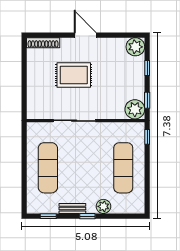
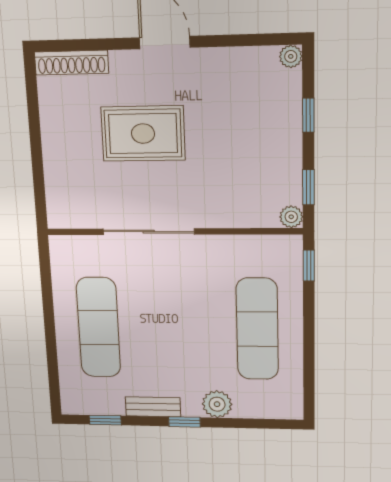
plant: (135, 47) -> (291, 56), width x0.53, depth x0.53
plant: (135, 109) -> (291, 217), width x0.53, depth x0.53

